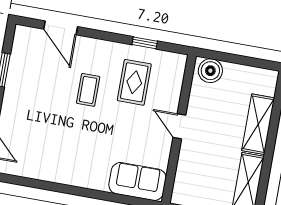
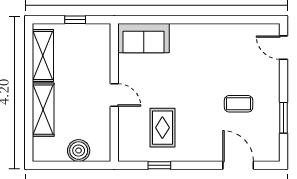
boiler: (210, 71) -> (79, 151), moved
coffee table: (88, 90) -> (239, 104), moved, turned 90

